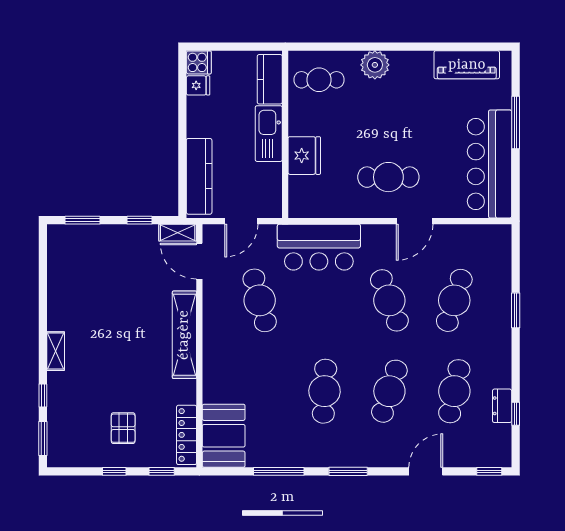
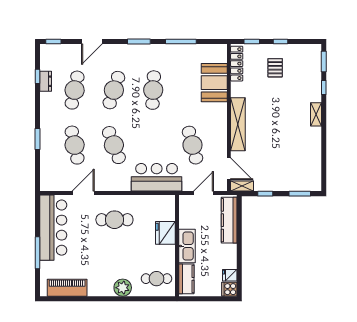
door: (415, 221) -> (83, 193), moved
cafe table: (454, 300) -> (75, 145), turned -30
booth: (224, 436) -> (214, 83), moved

